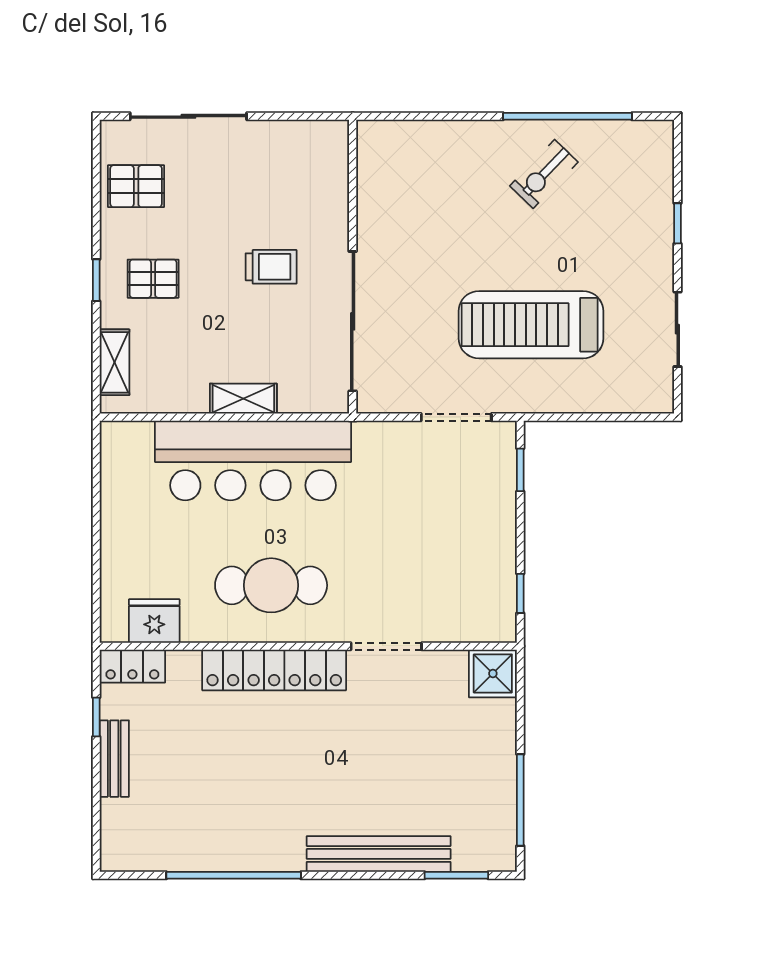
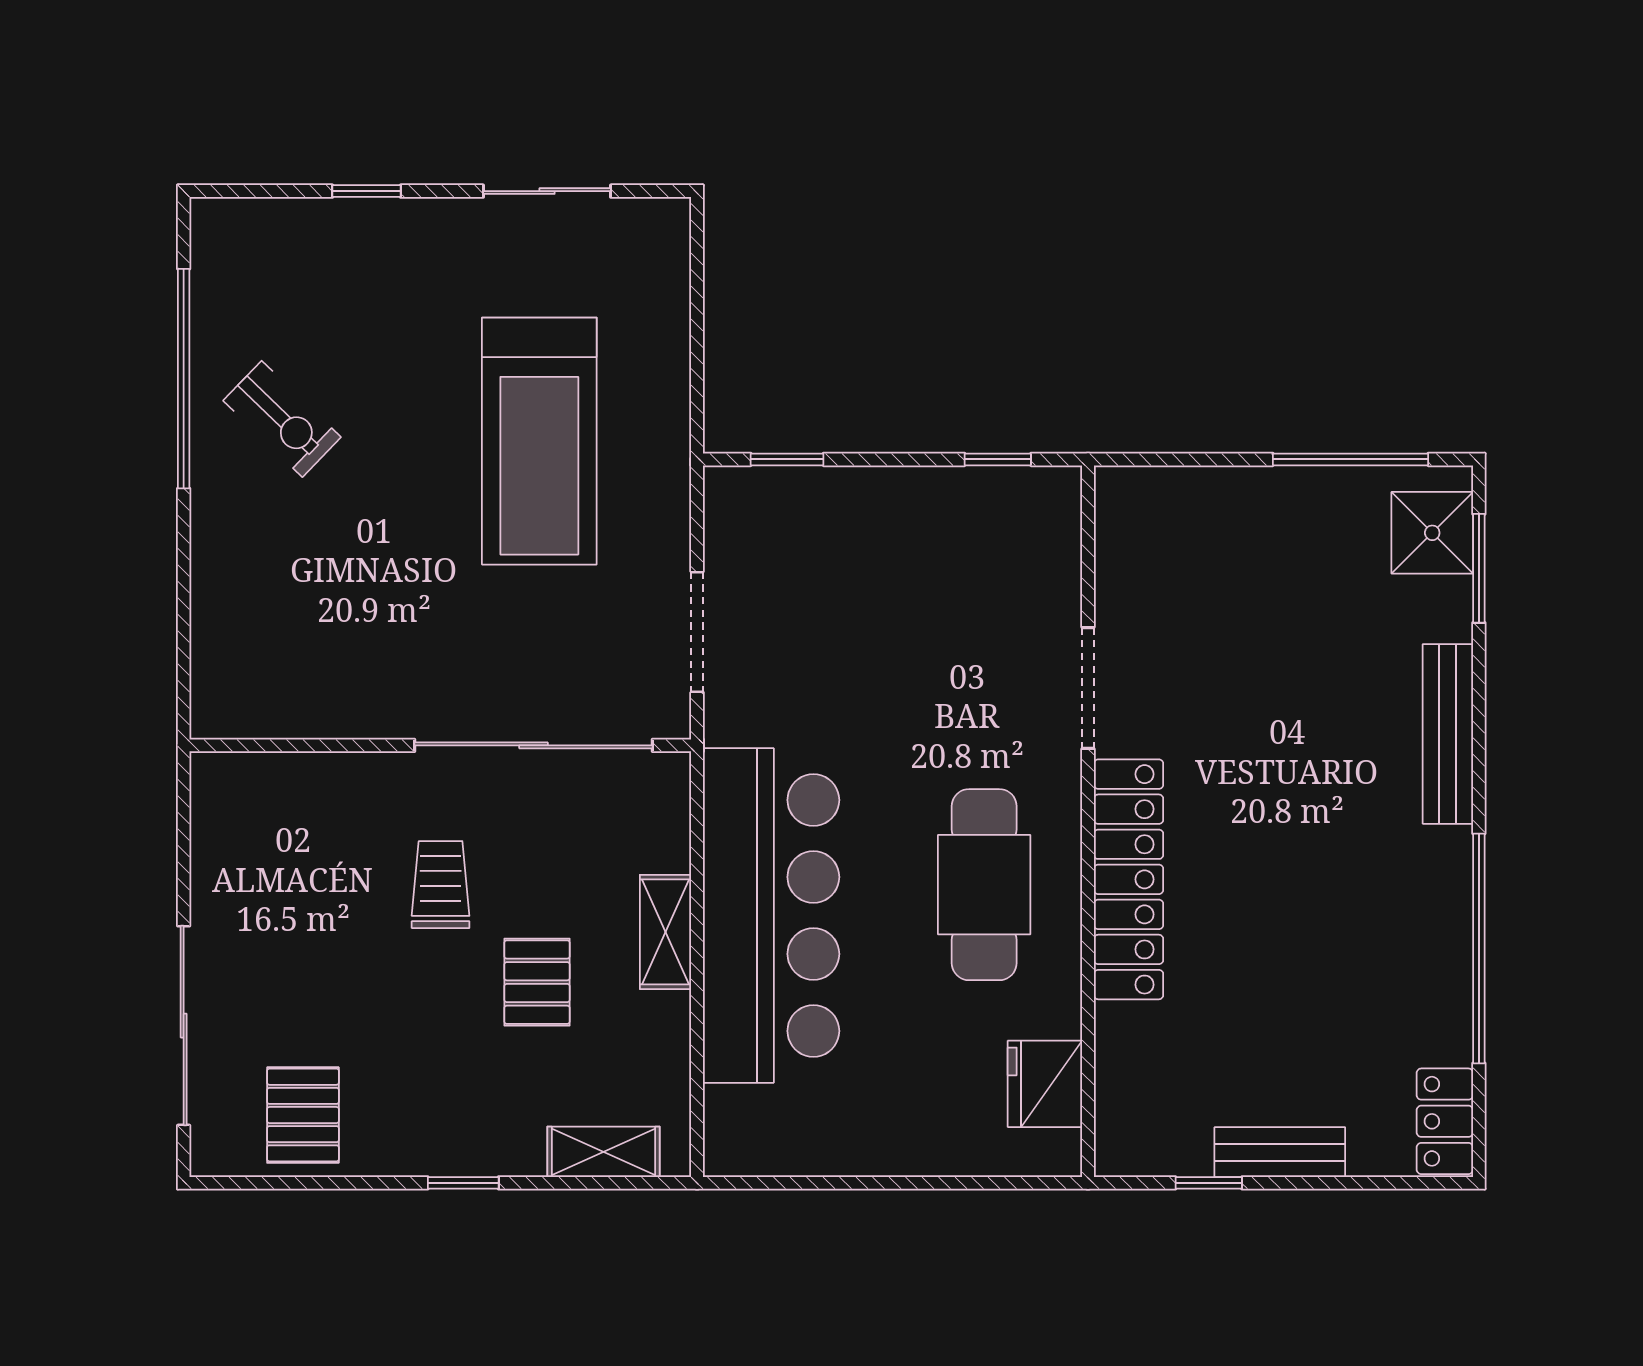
pallet: (153, 279) -> (537, 982), moved
doorway: (456, 417) -> (697, 632), moved
locker: (132, 666) -> (1445, 1121), moved, turned 180
shower: (493, 673) -> (1432, 533), moved
bench: (379, 854) -> (1448, 734), width x0.73, depth x0.82

